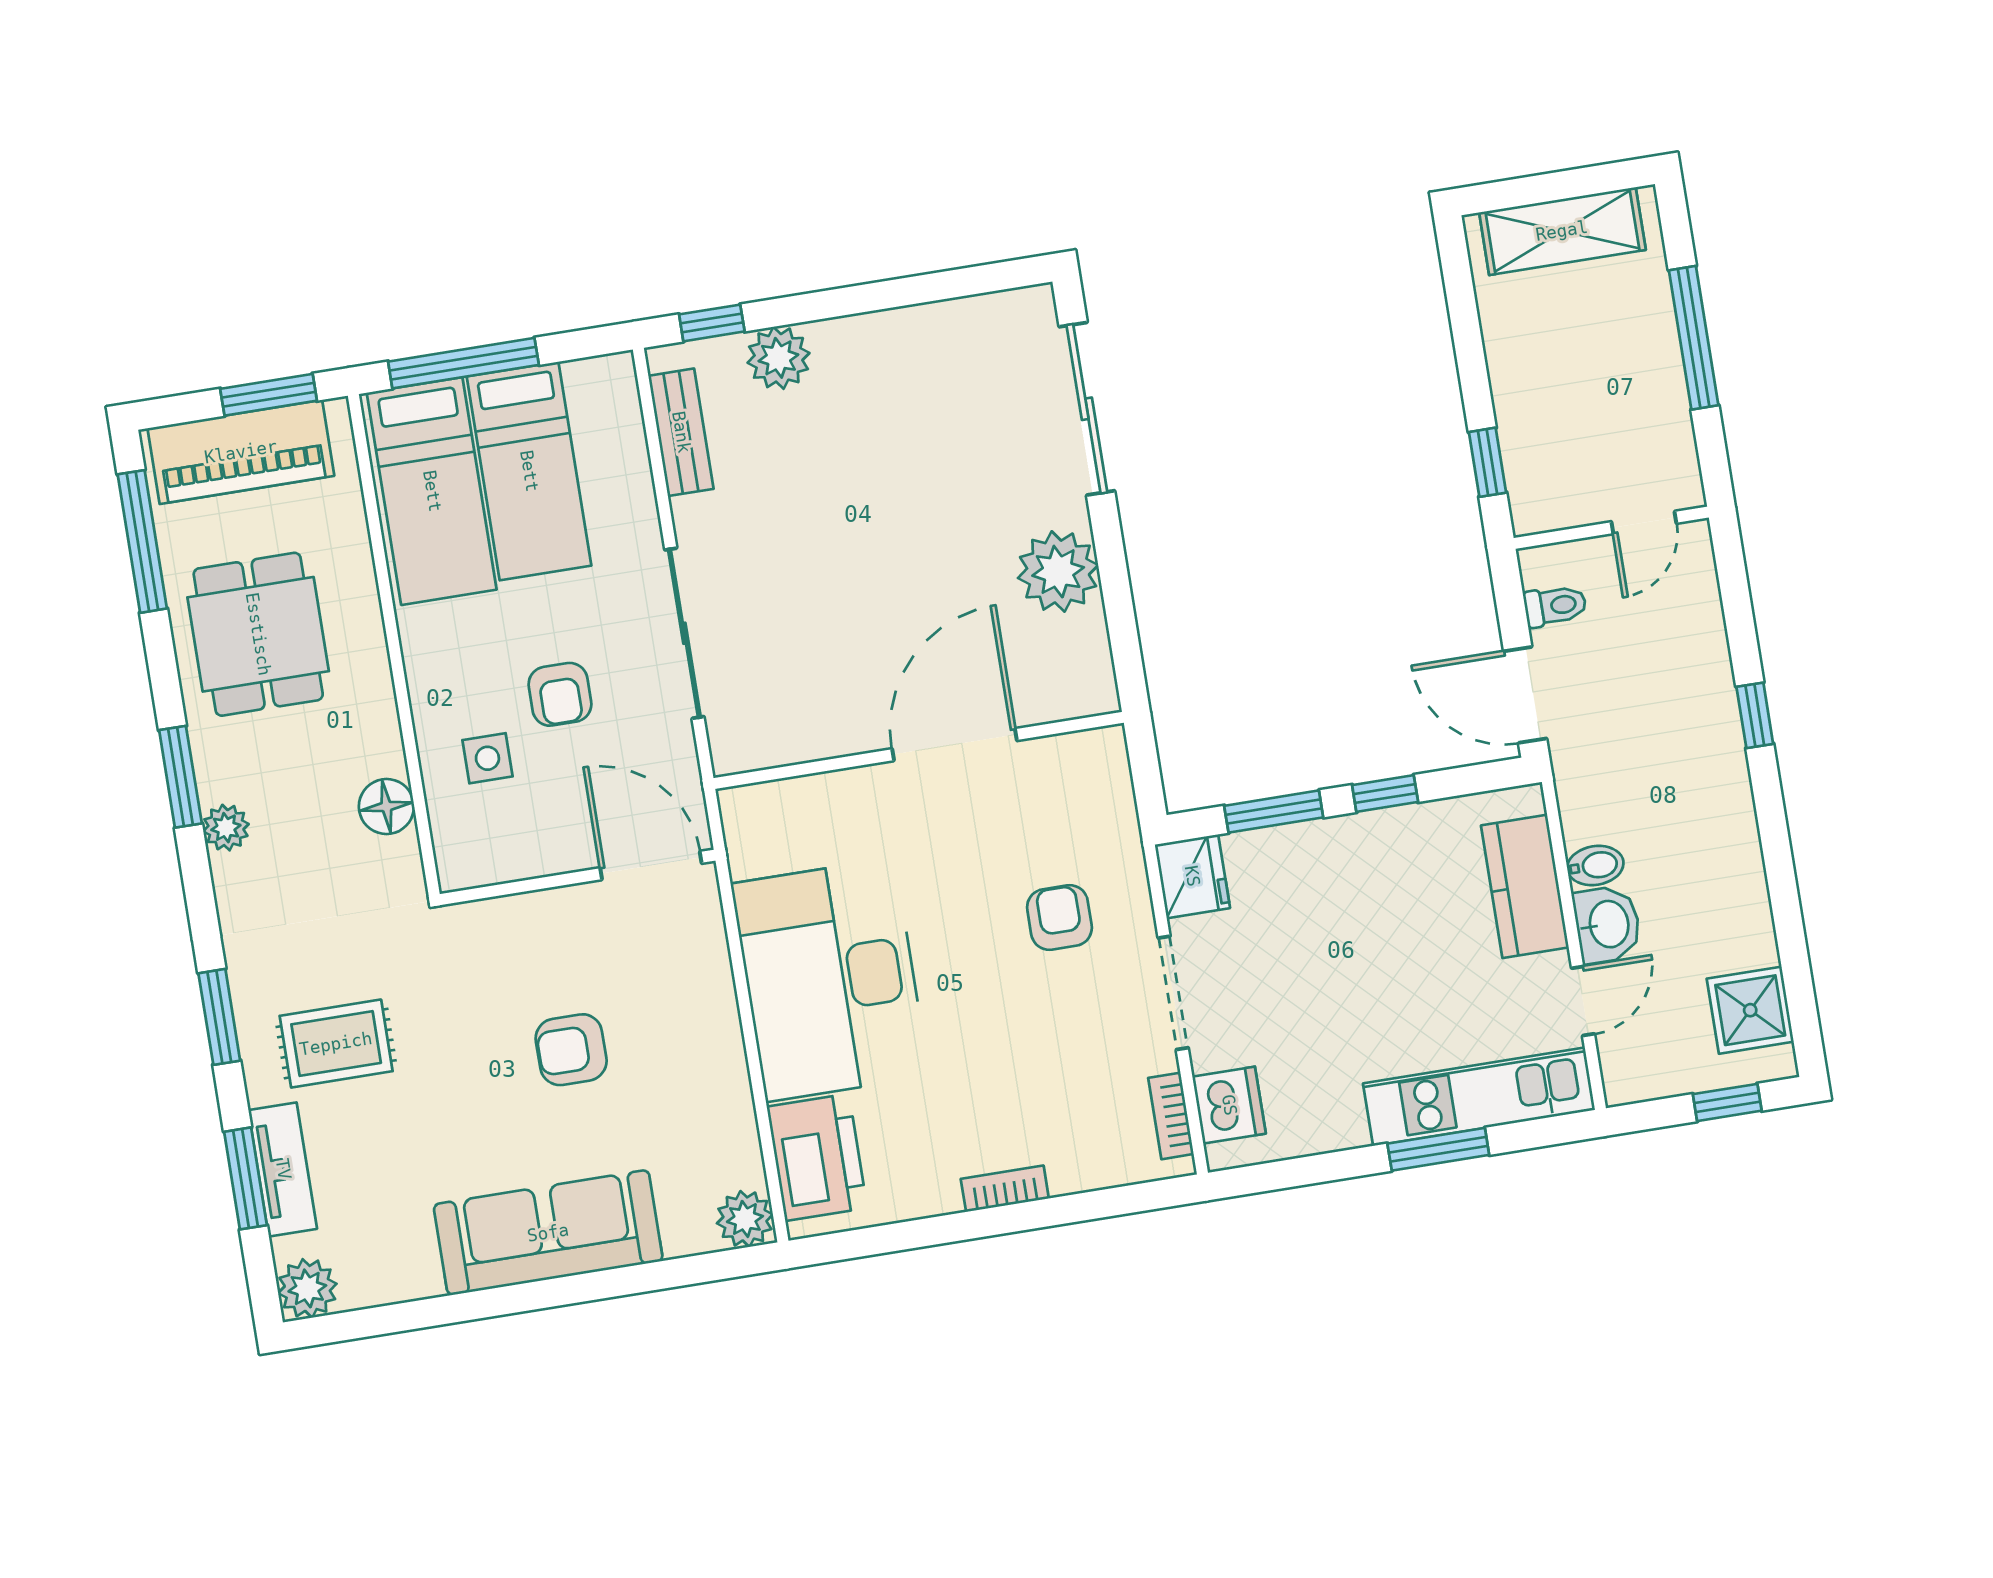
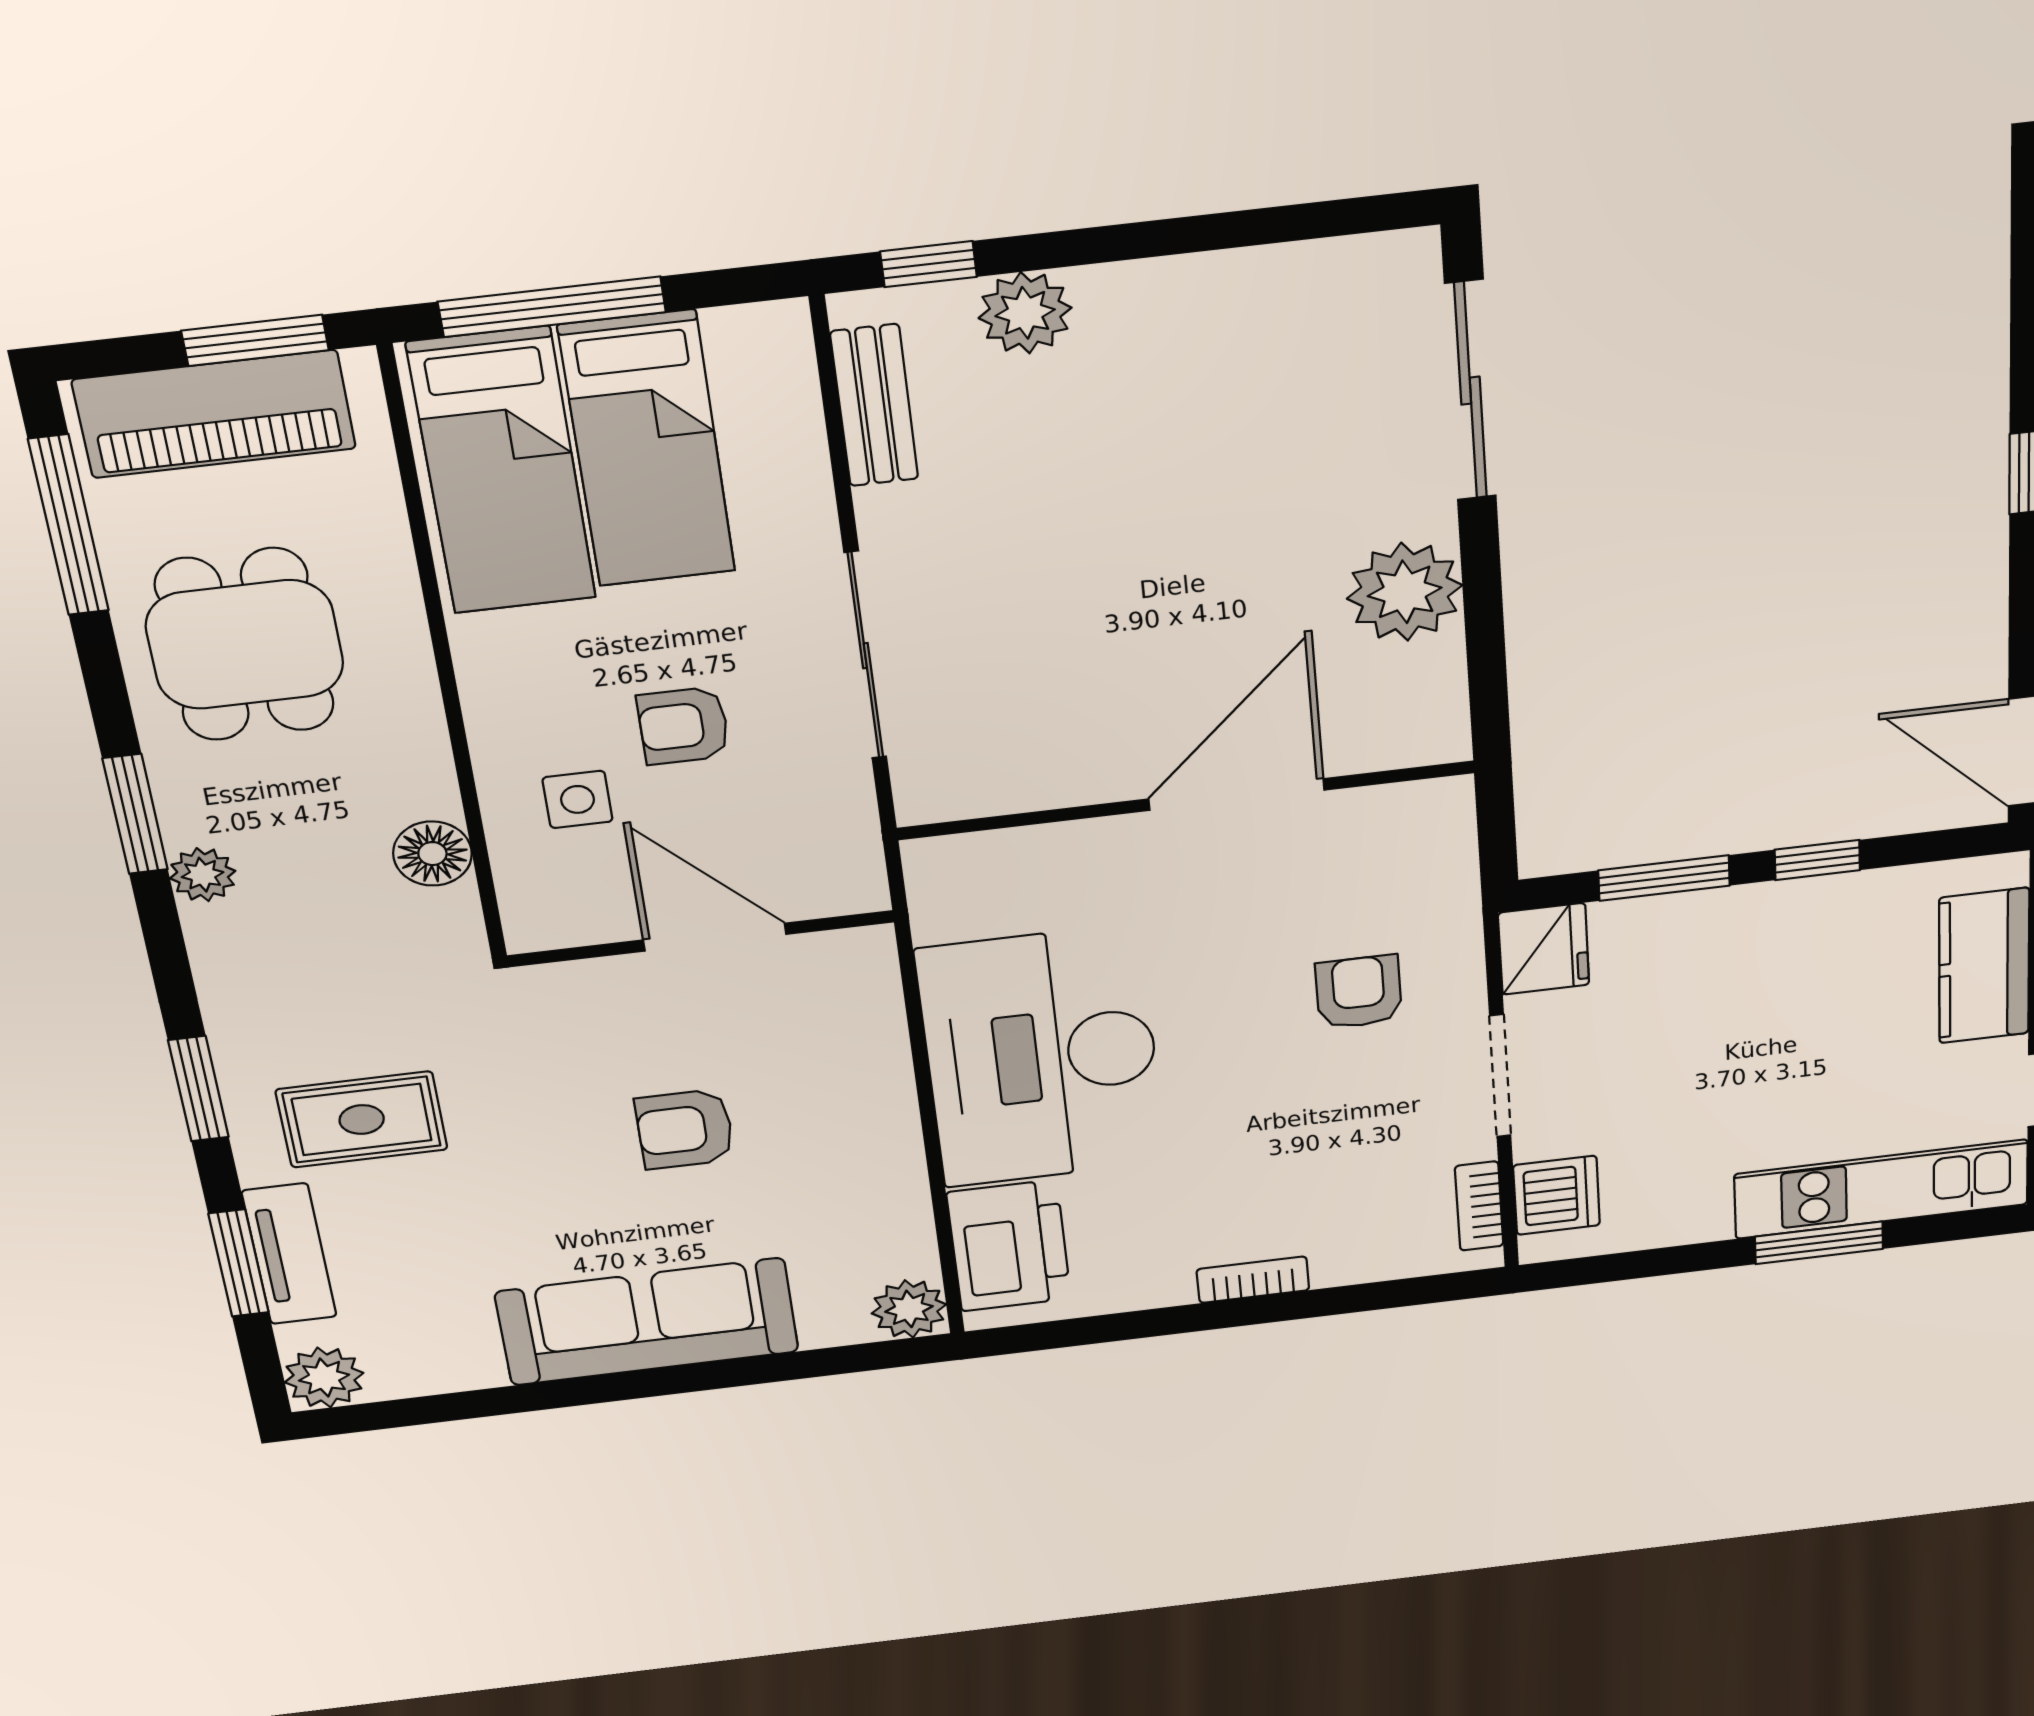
armchair: (560, 694) -> (683, 726), turned 90
door: (651, 866) -> (715, 937), moved

